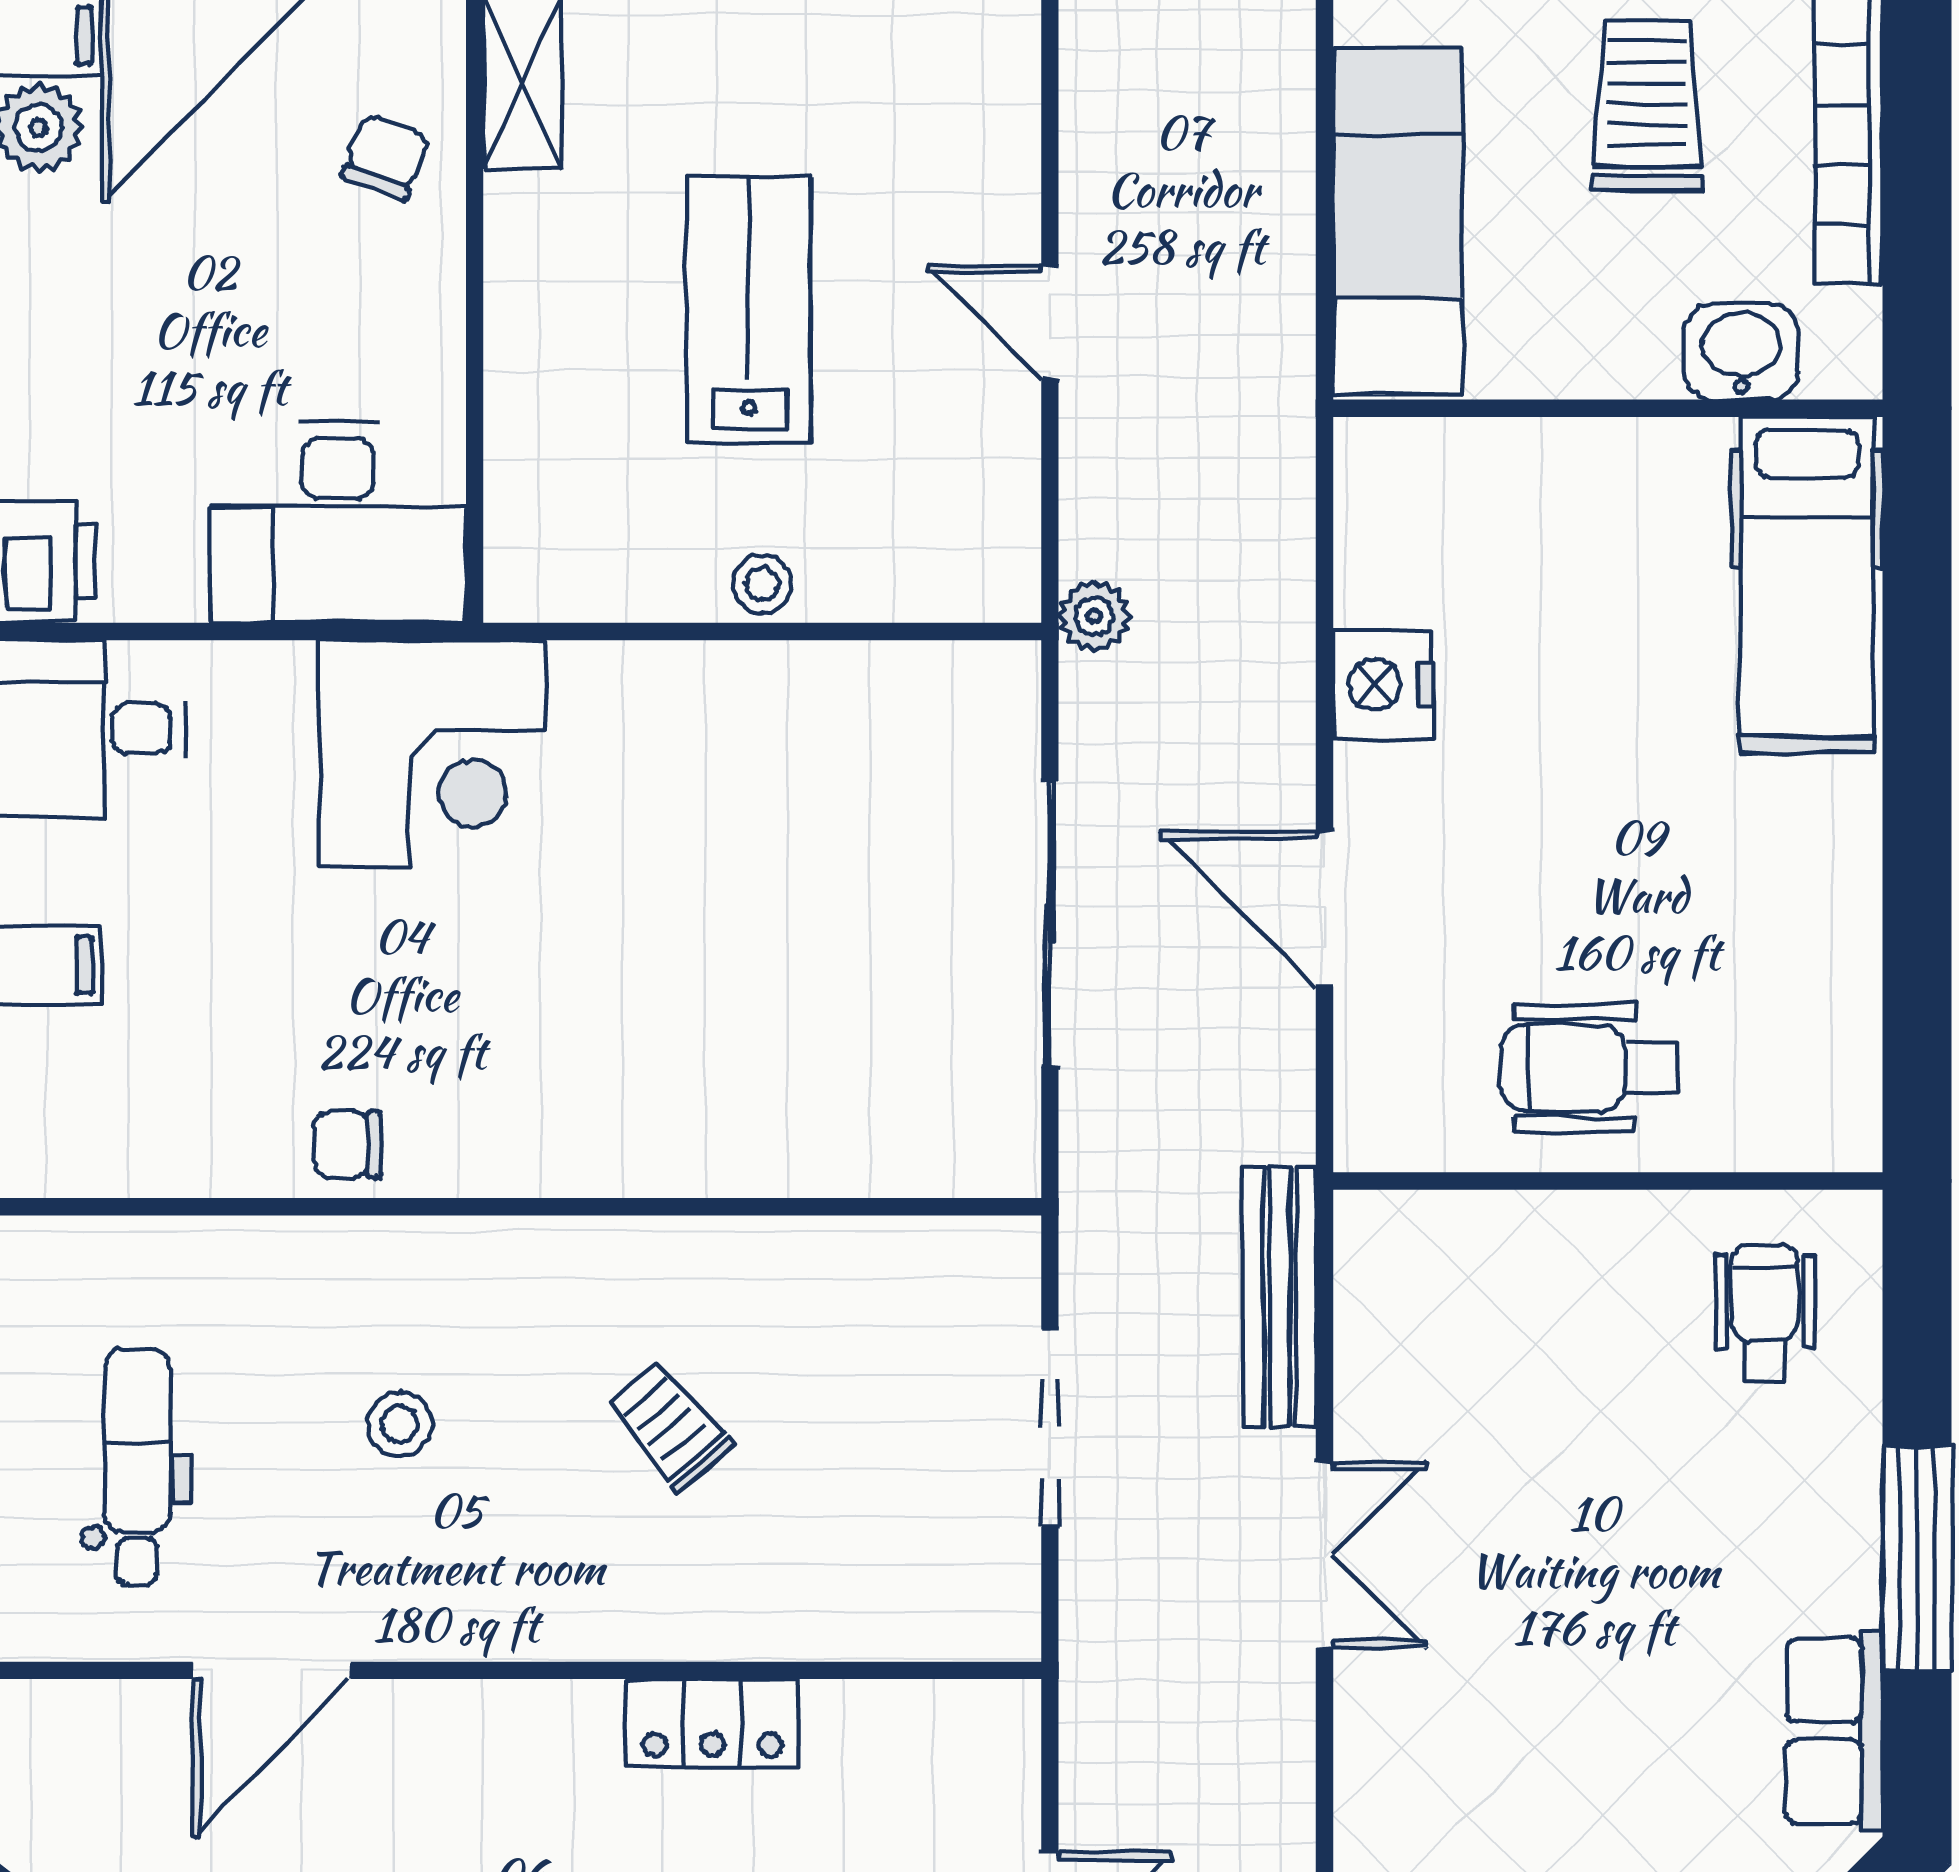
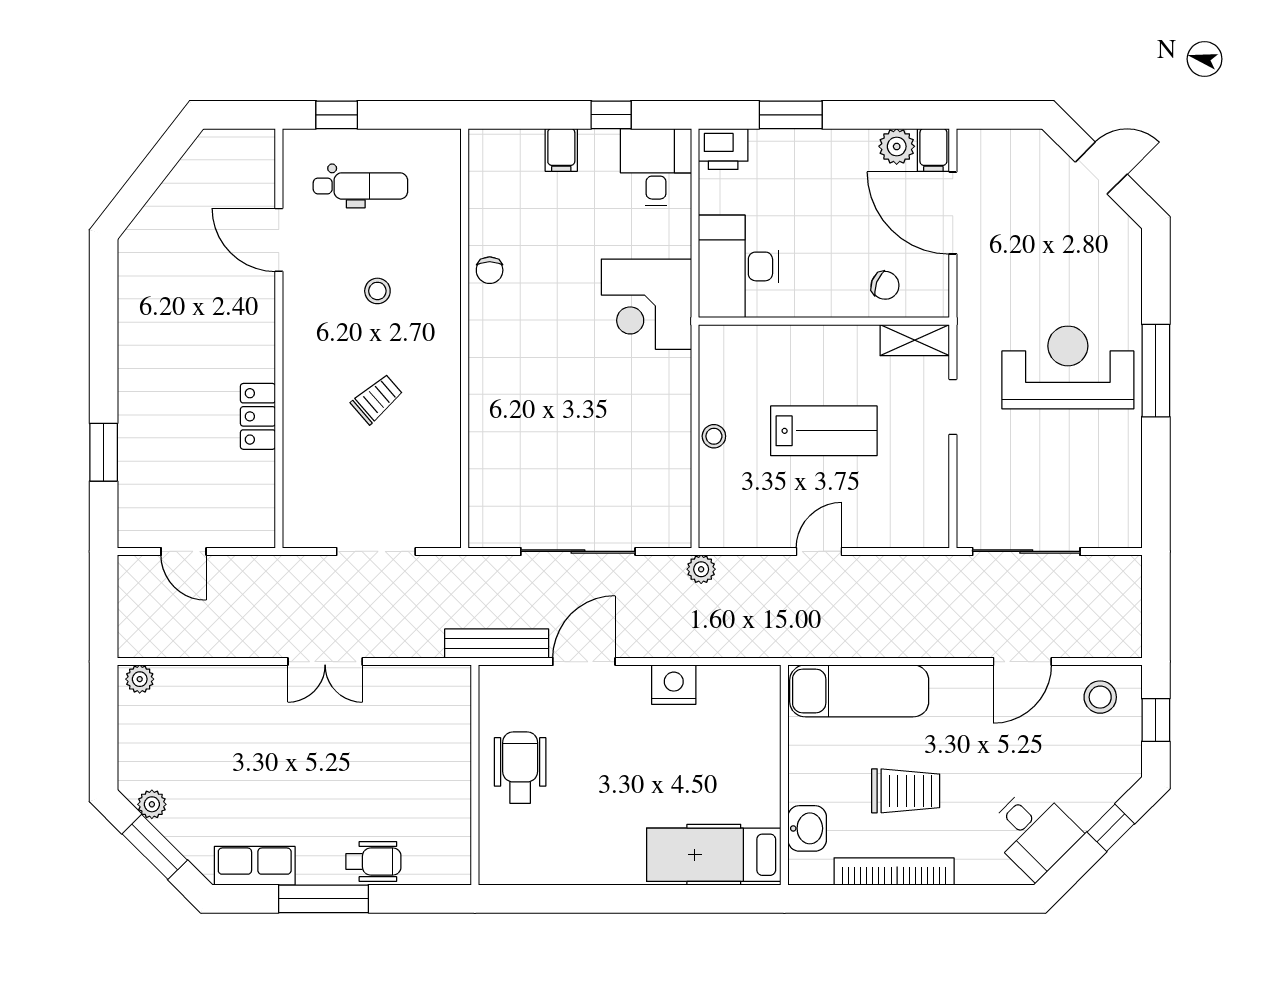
chair: (348, 1144) -> (490, 270), turned 180
bench: (1280, 1297) -> (497, 644), moved
wheelchair: (1765, 1313) -> (373, 862), moved

